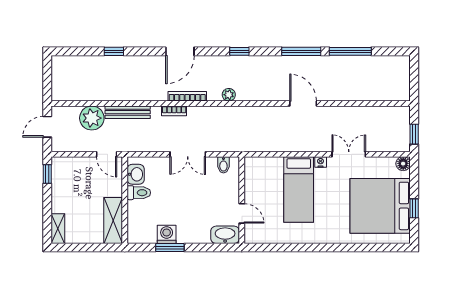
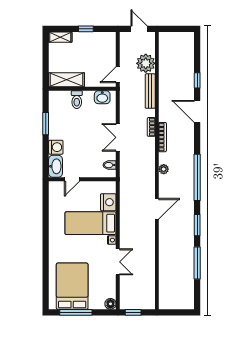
door: (180, 51) -> (197, 111), moved
window: (239, 51) -> (197, 177), width x3.17
window: (301, 51) -> (197, 225), width x0.69
door: (303, 104) -> (157, 209), moved
nightstand: (272, 166) -> (108, 202), added
window: (47, 174) -> (86, 29), moved
toilet: (139, 193) -> (77, 100), moved
bed: (380, 206) -> (72, 286), width x0.73
window: (414, 208) -> (76, 312), width x2.17
washing machine: (167, 234) -> (56, 147), moved

